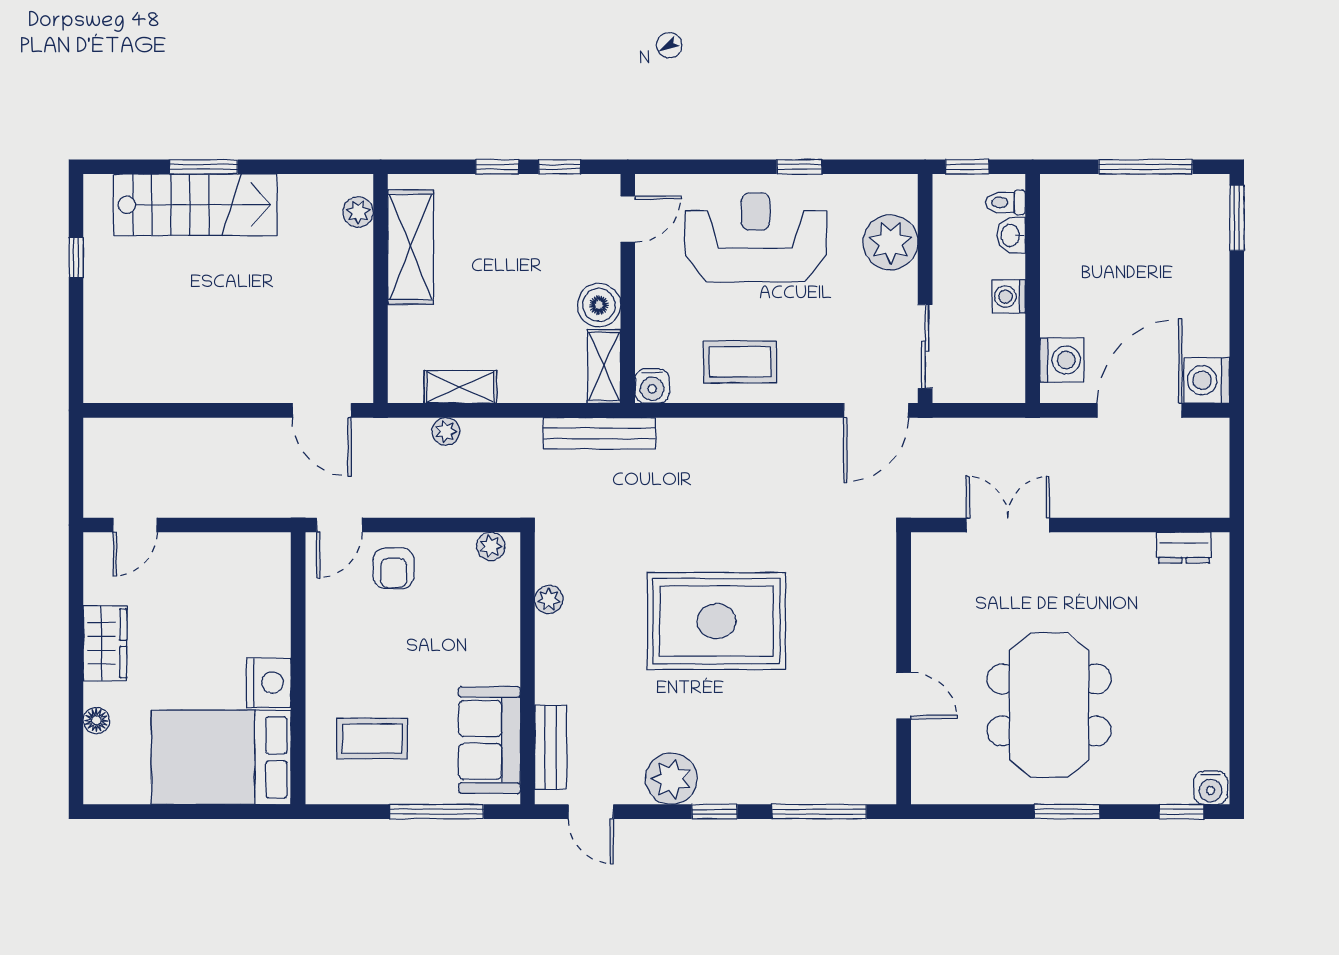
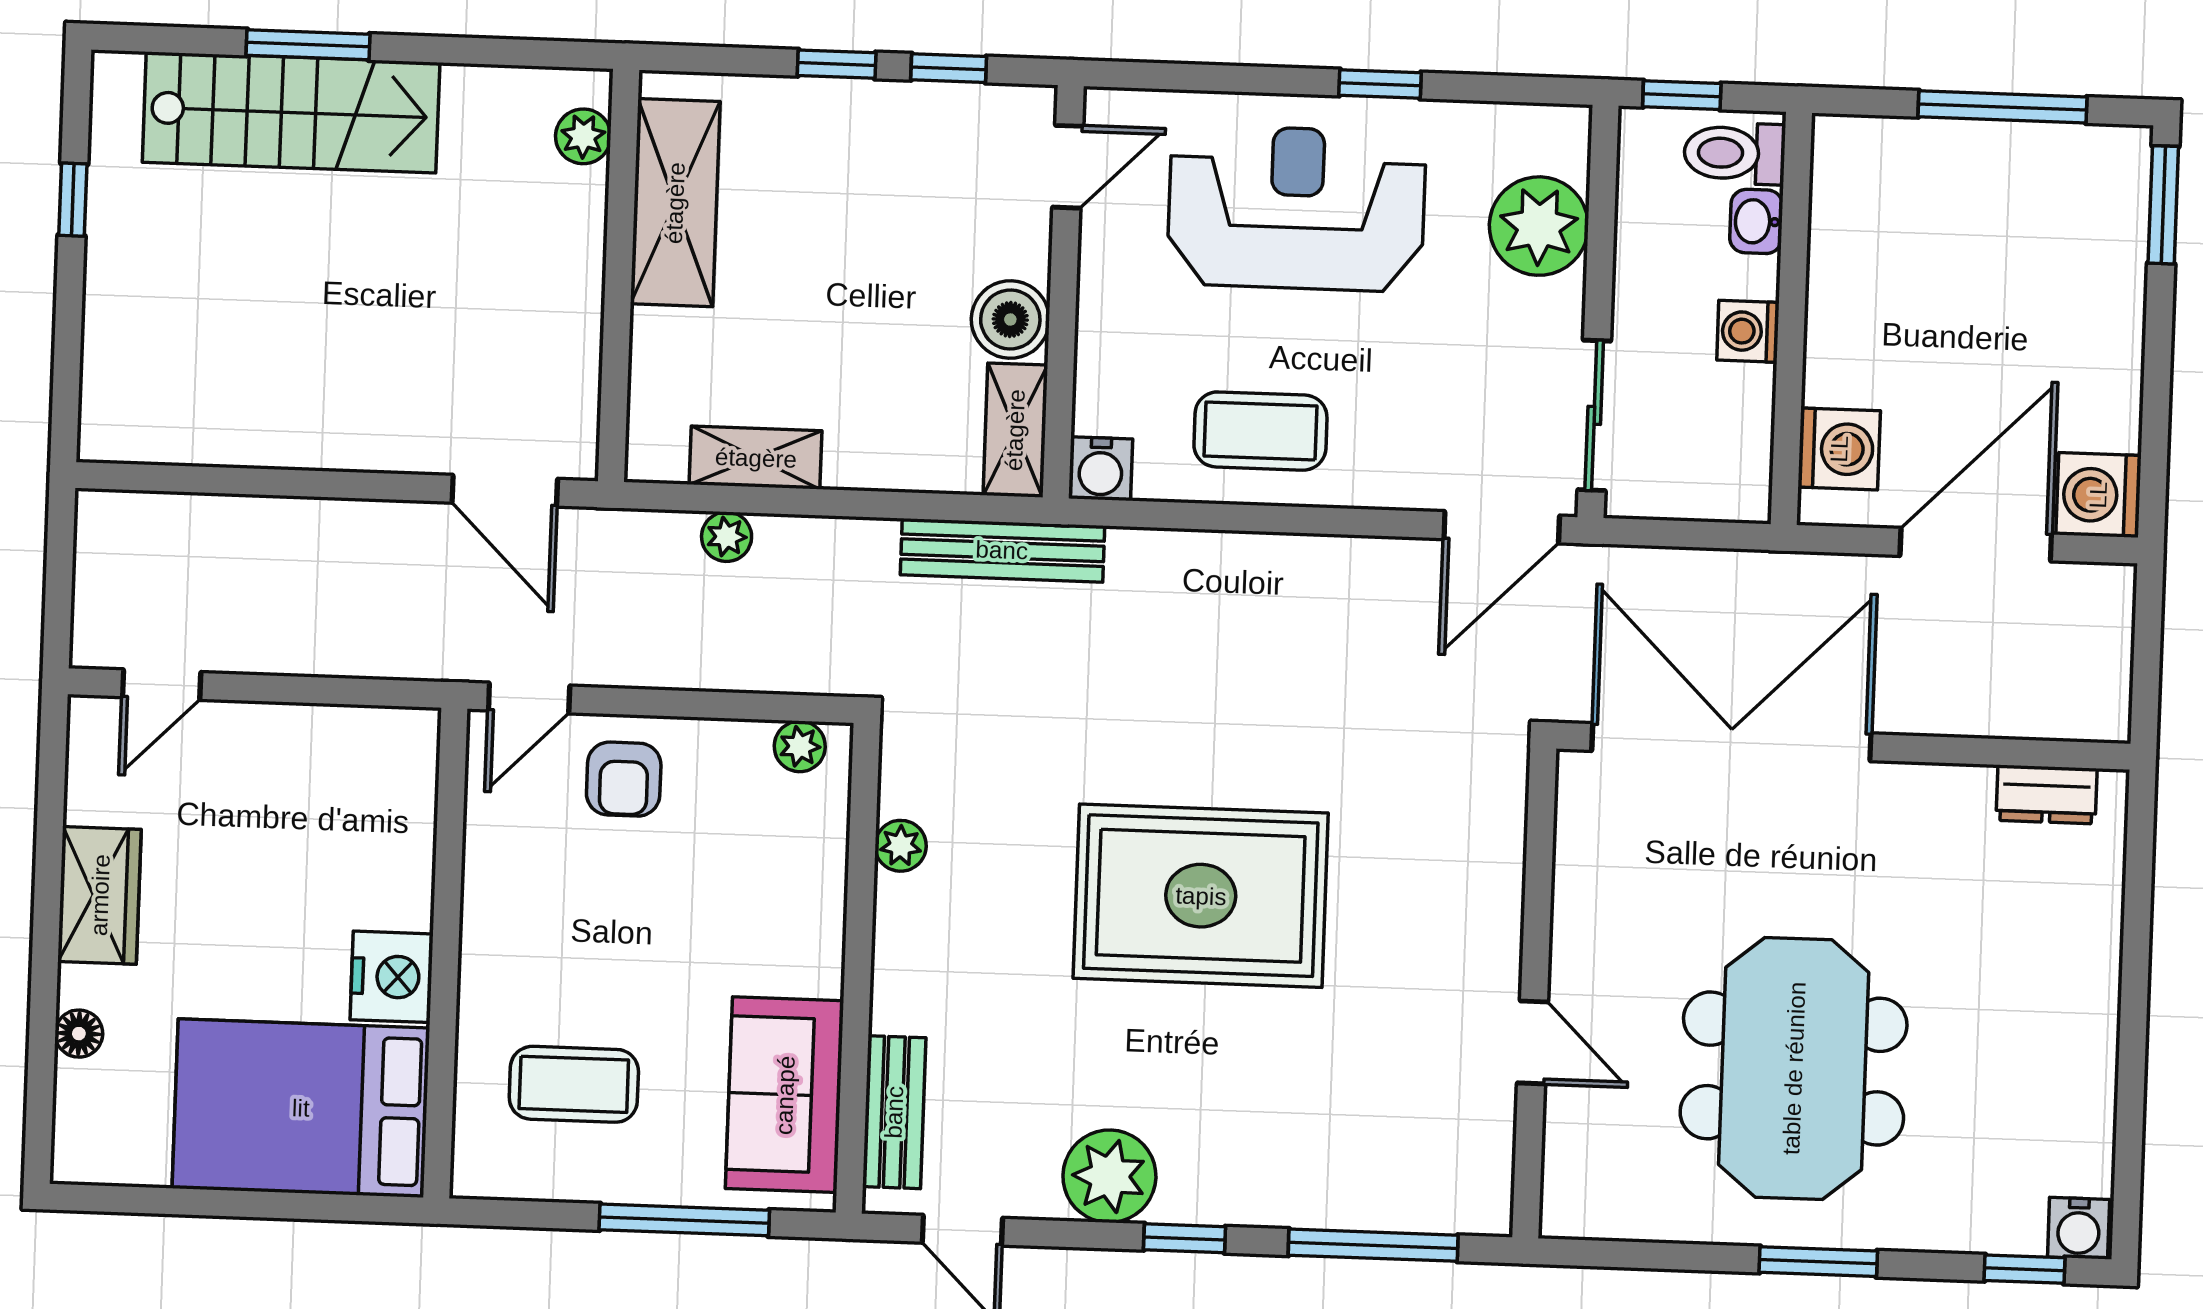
toilet: (1005, 203) -> (1734, 153), width x1.37, depth x1.39
double door: (1008, 525) -> (1731, 742), width x1.87

